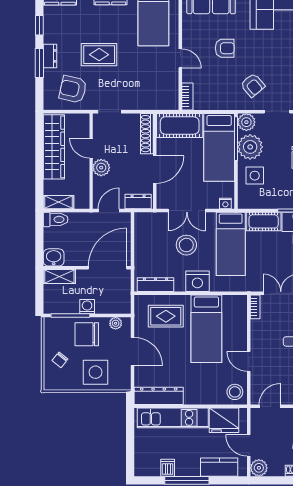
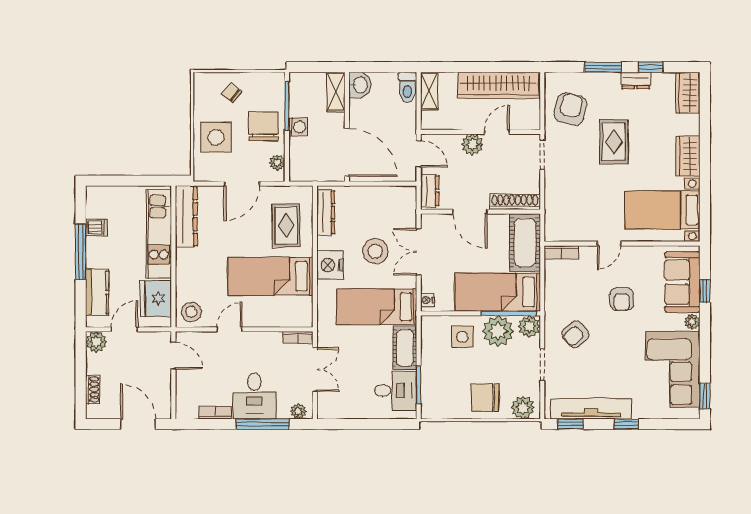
dresser: (50, 56) -> (636, 80), moved

